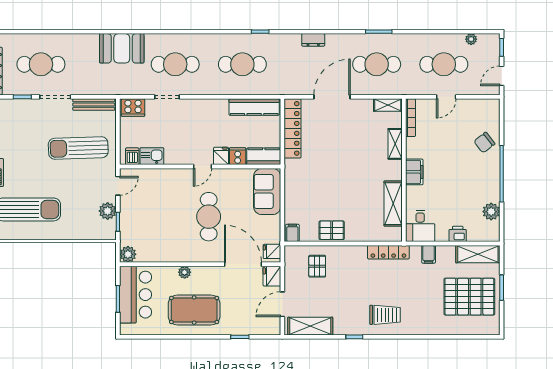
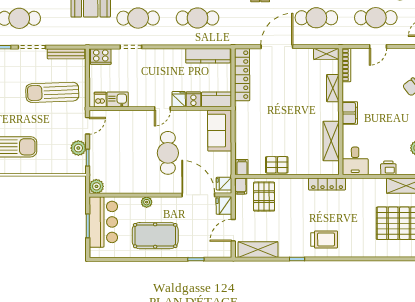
filing cabinet: (429, 254) -> (241, 186), moved
pallet: (317, 266) -> (264, 197), width x1.50, depth x1.42

